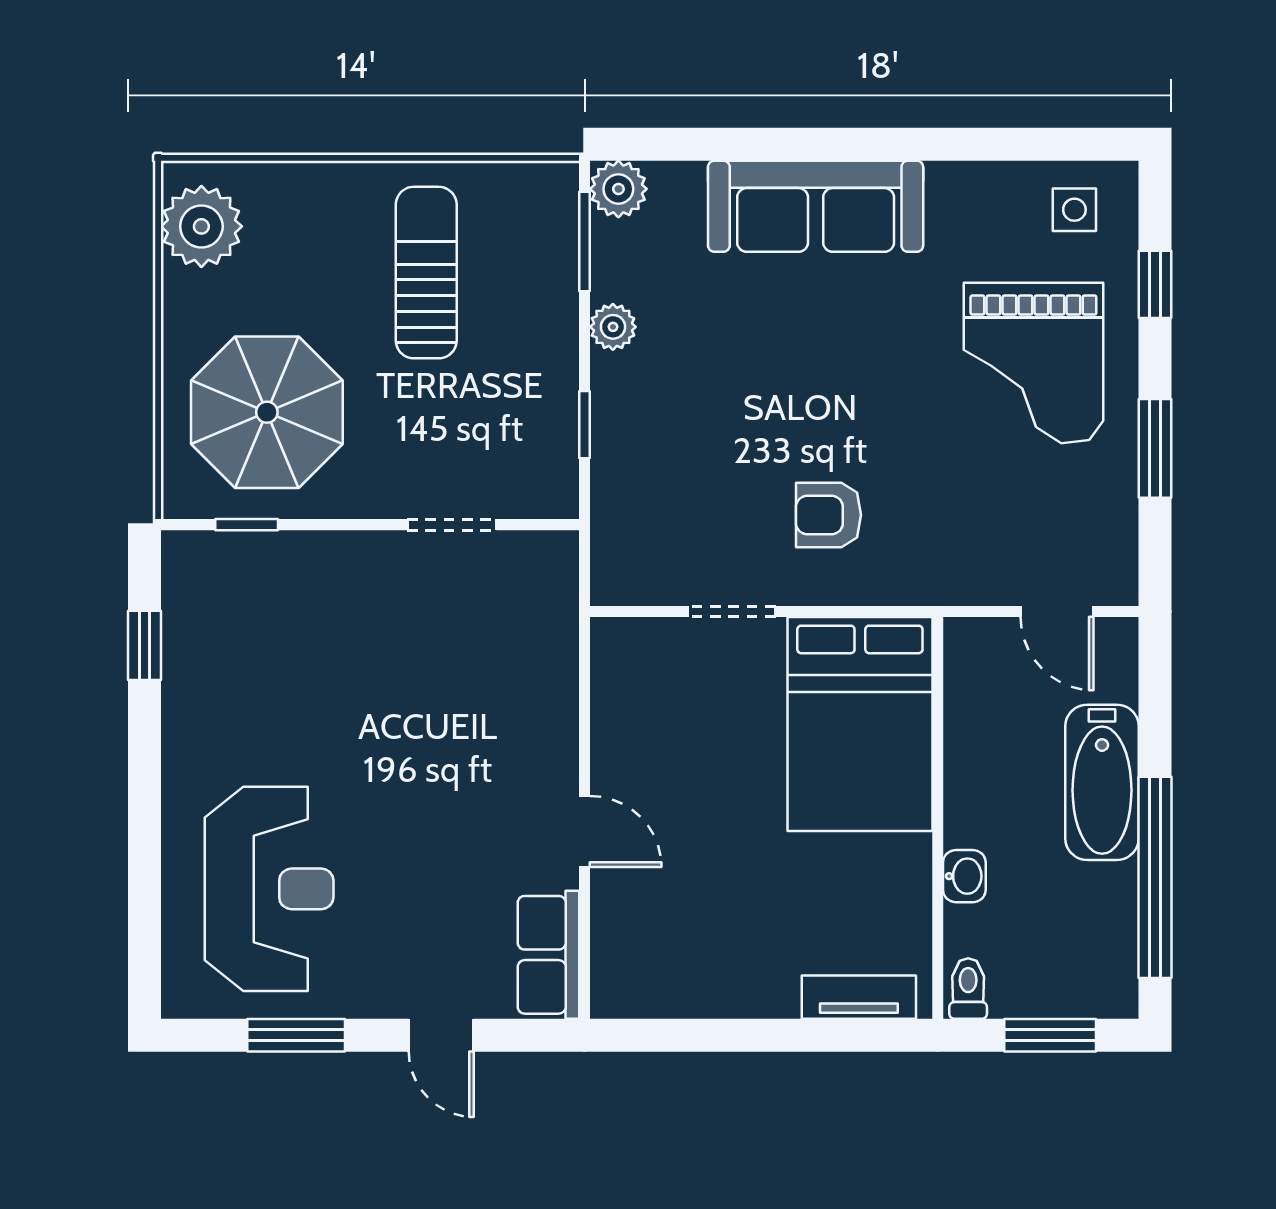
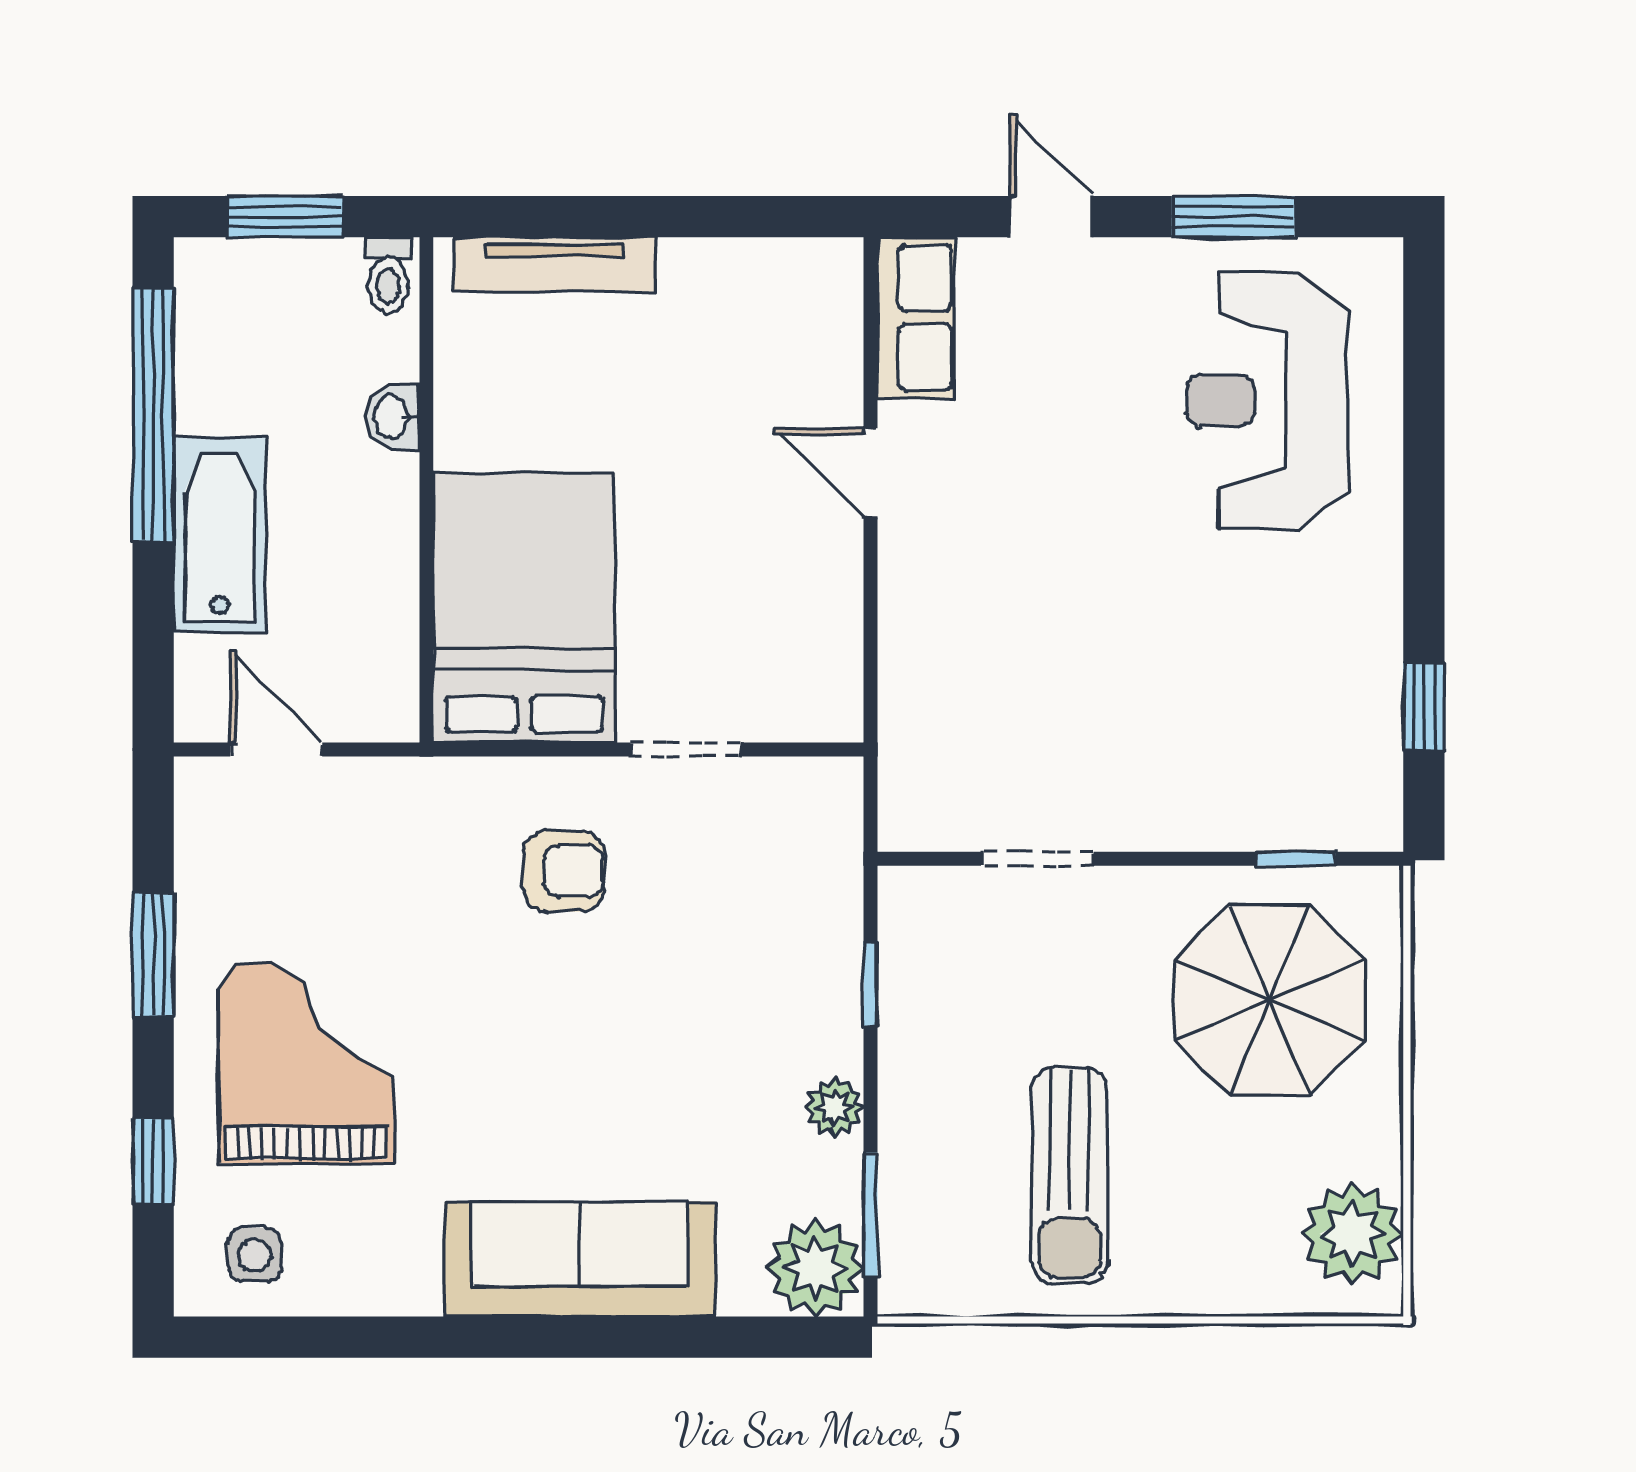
plant: (618, 189) -> (815, 1268), width x1.36, depth x1.36
tv unit: (859, 997) -> (555, 264), width x1.41

